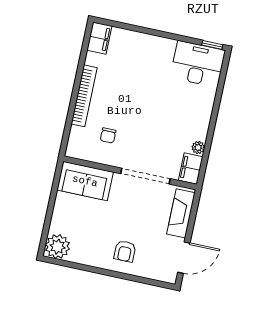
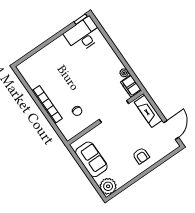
filing cabinet: (99, 38) -> (26, 71), removed
sofa: (85, 181) -> (91, 159), moved, turned -90

